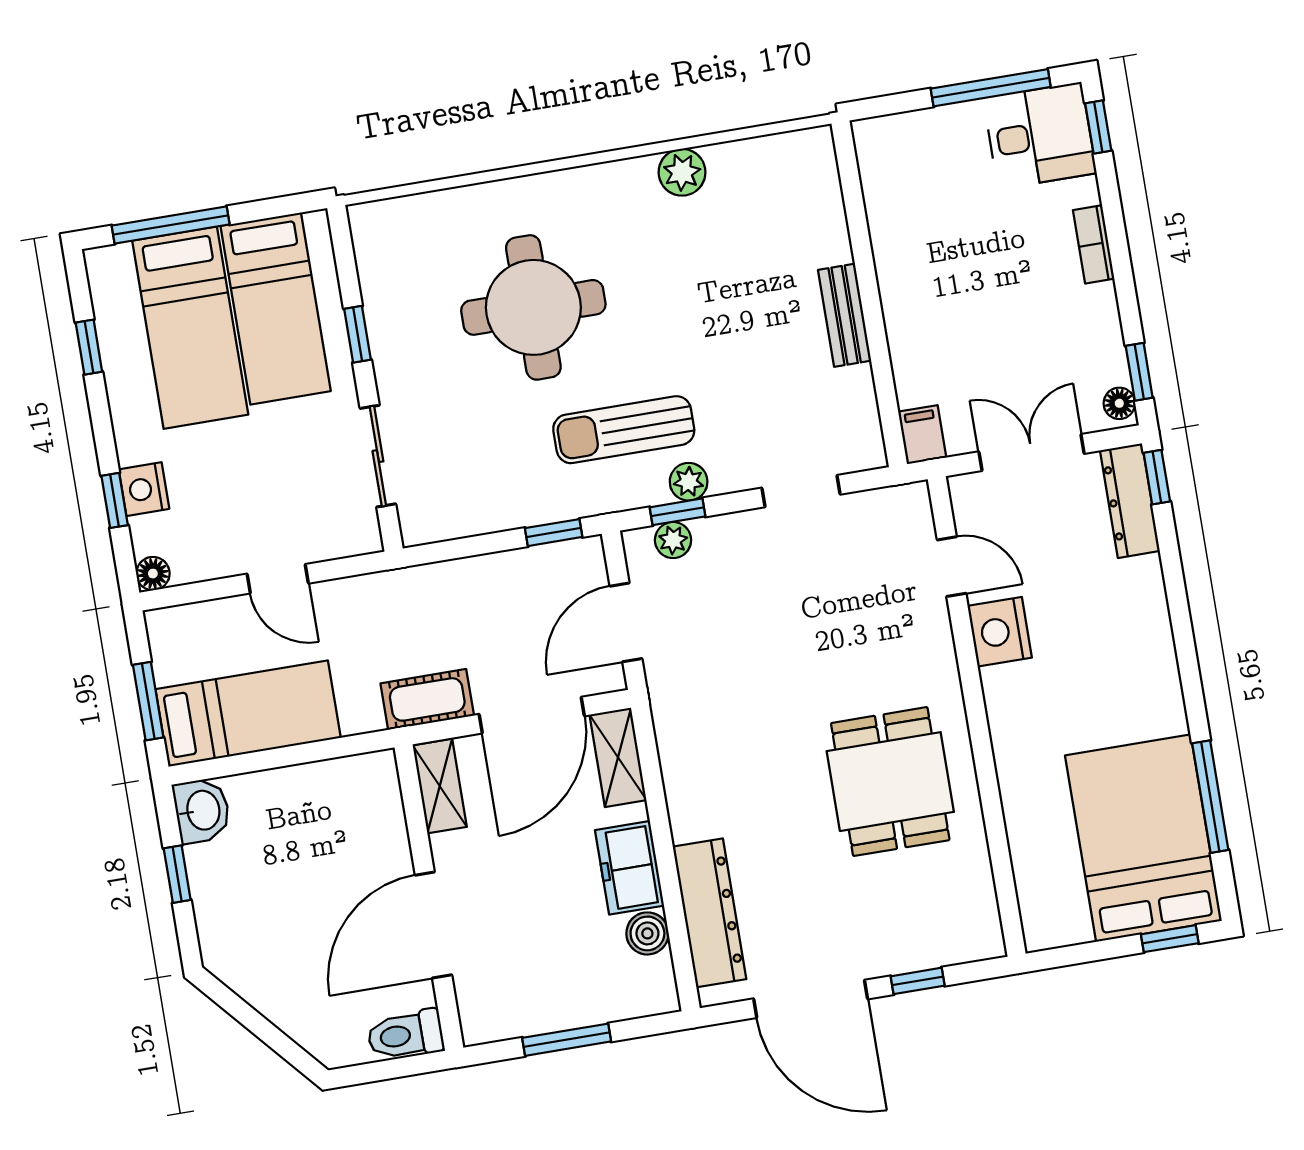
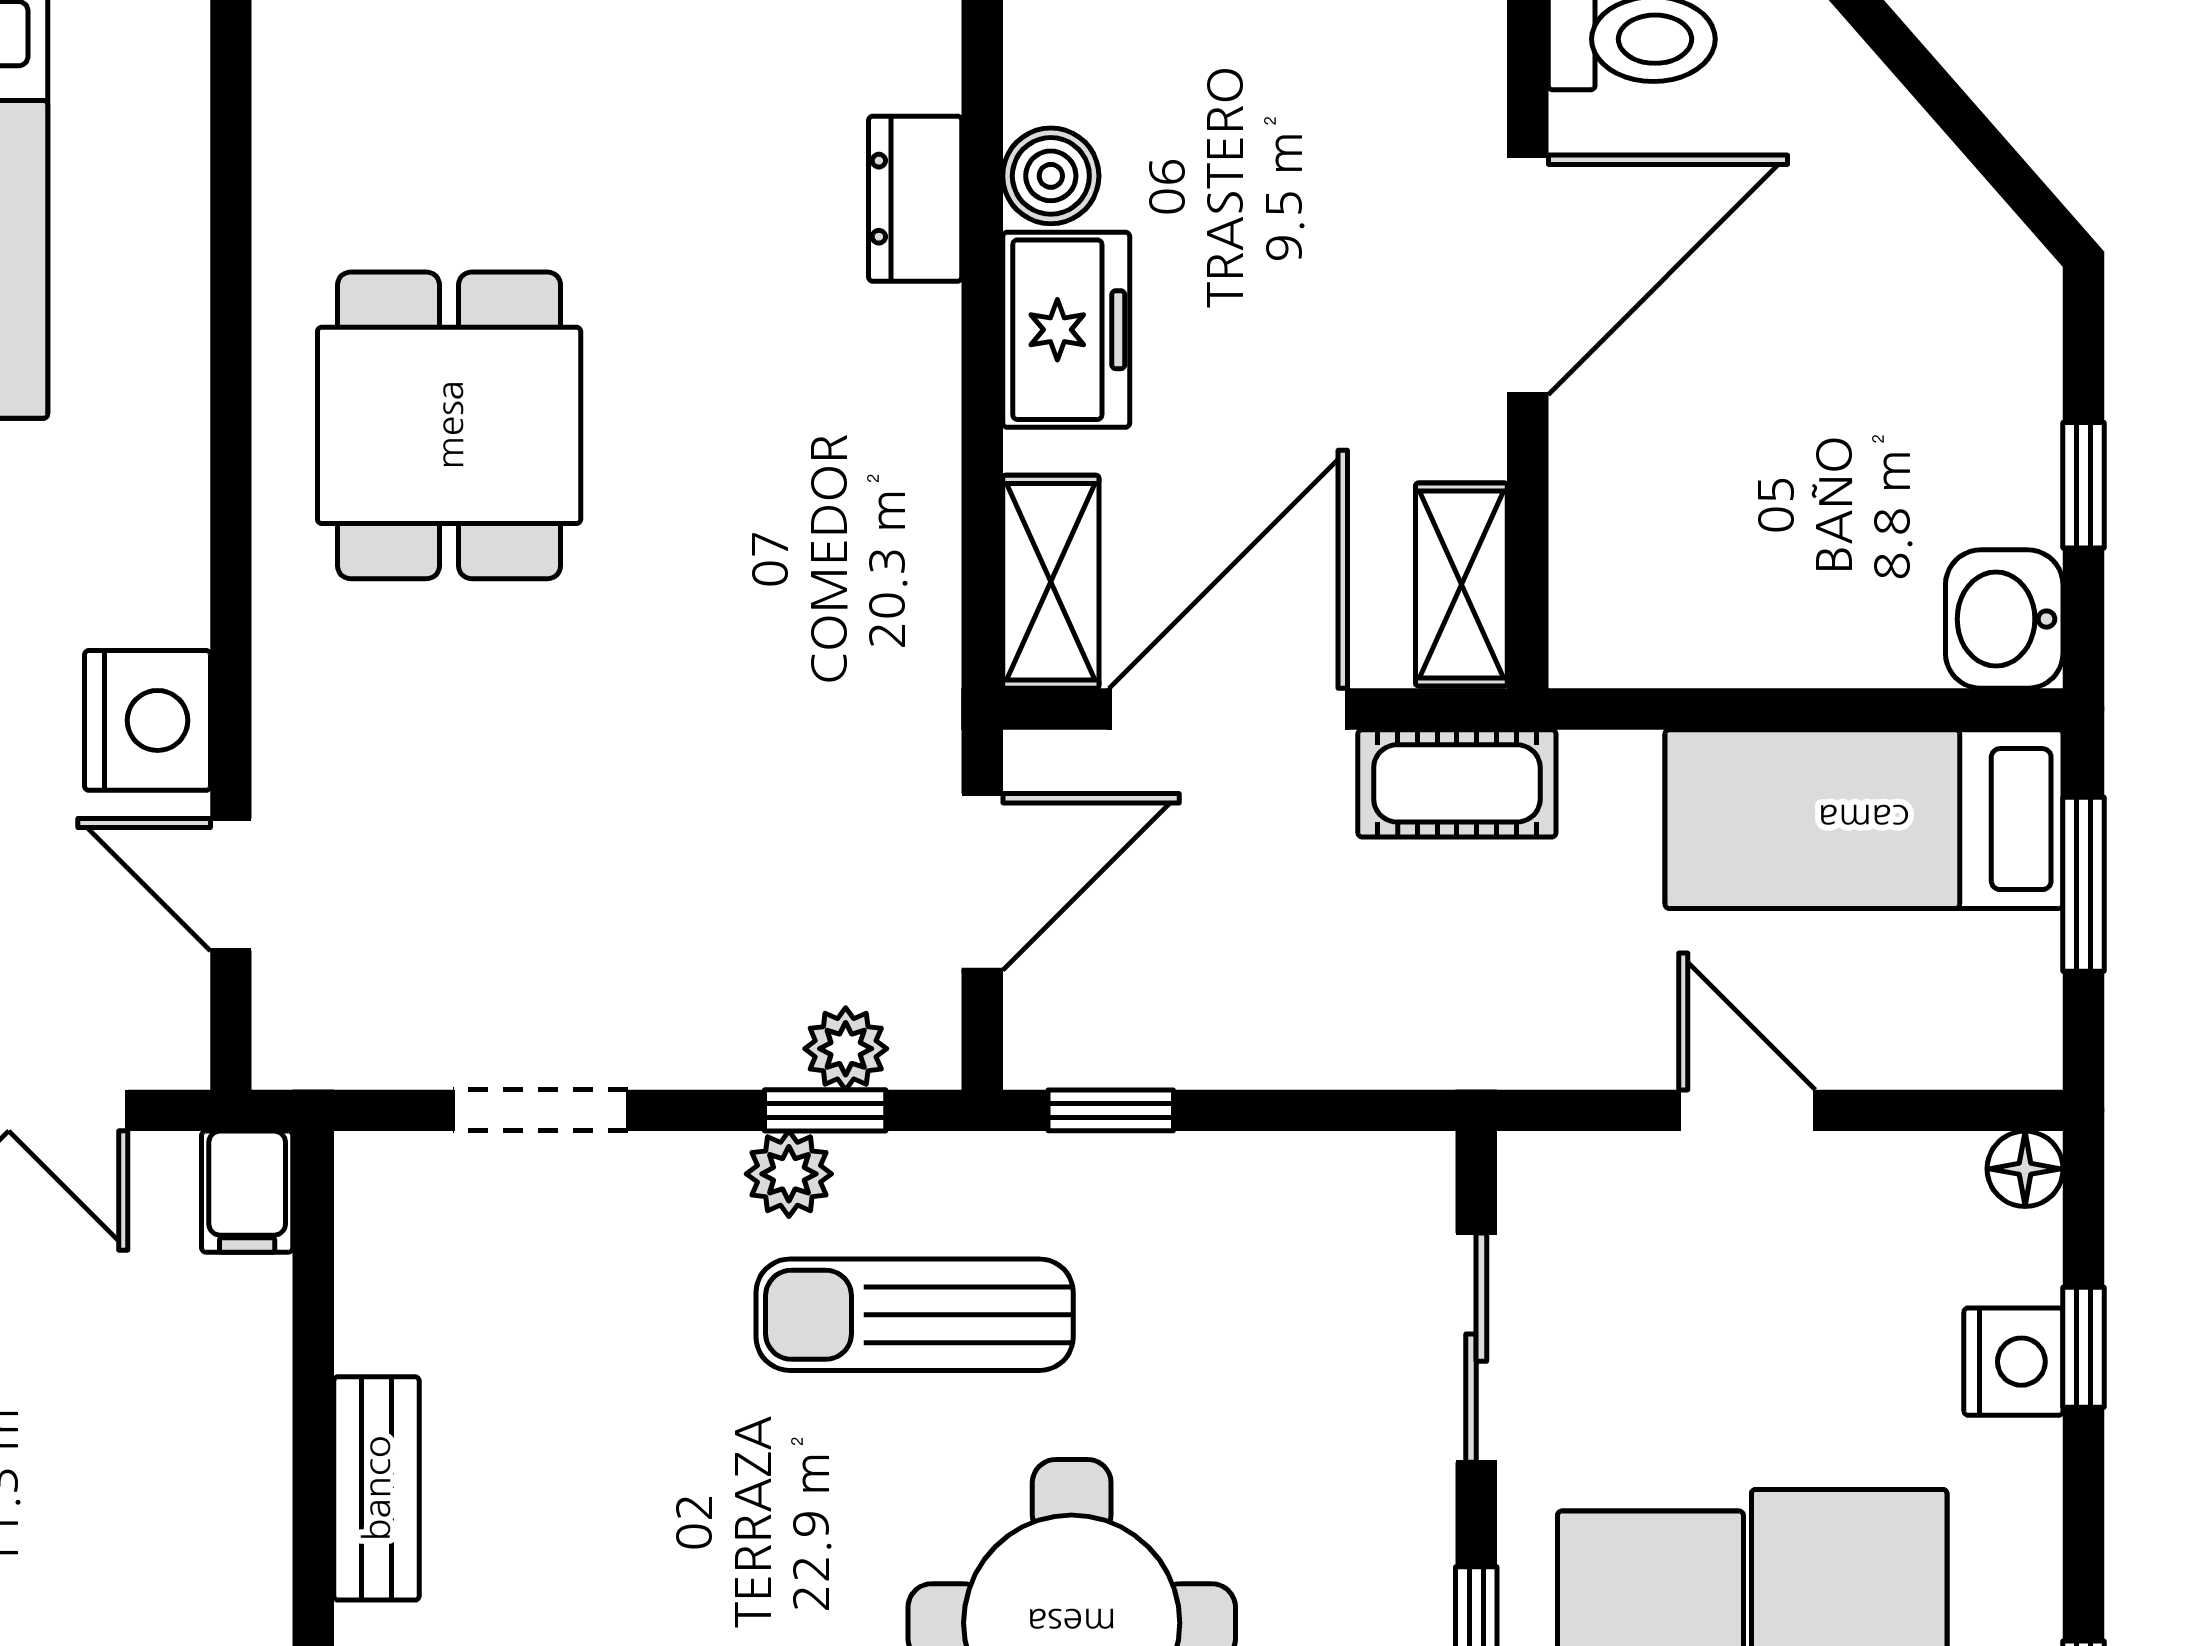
sun lounger: (624, 430) -> (915, 1315), turned 180
dresser: (710, 913) -> (915, 199), width x0.51, depth x0.80

